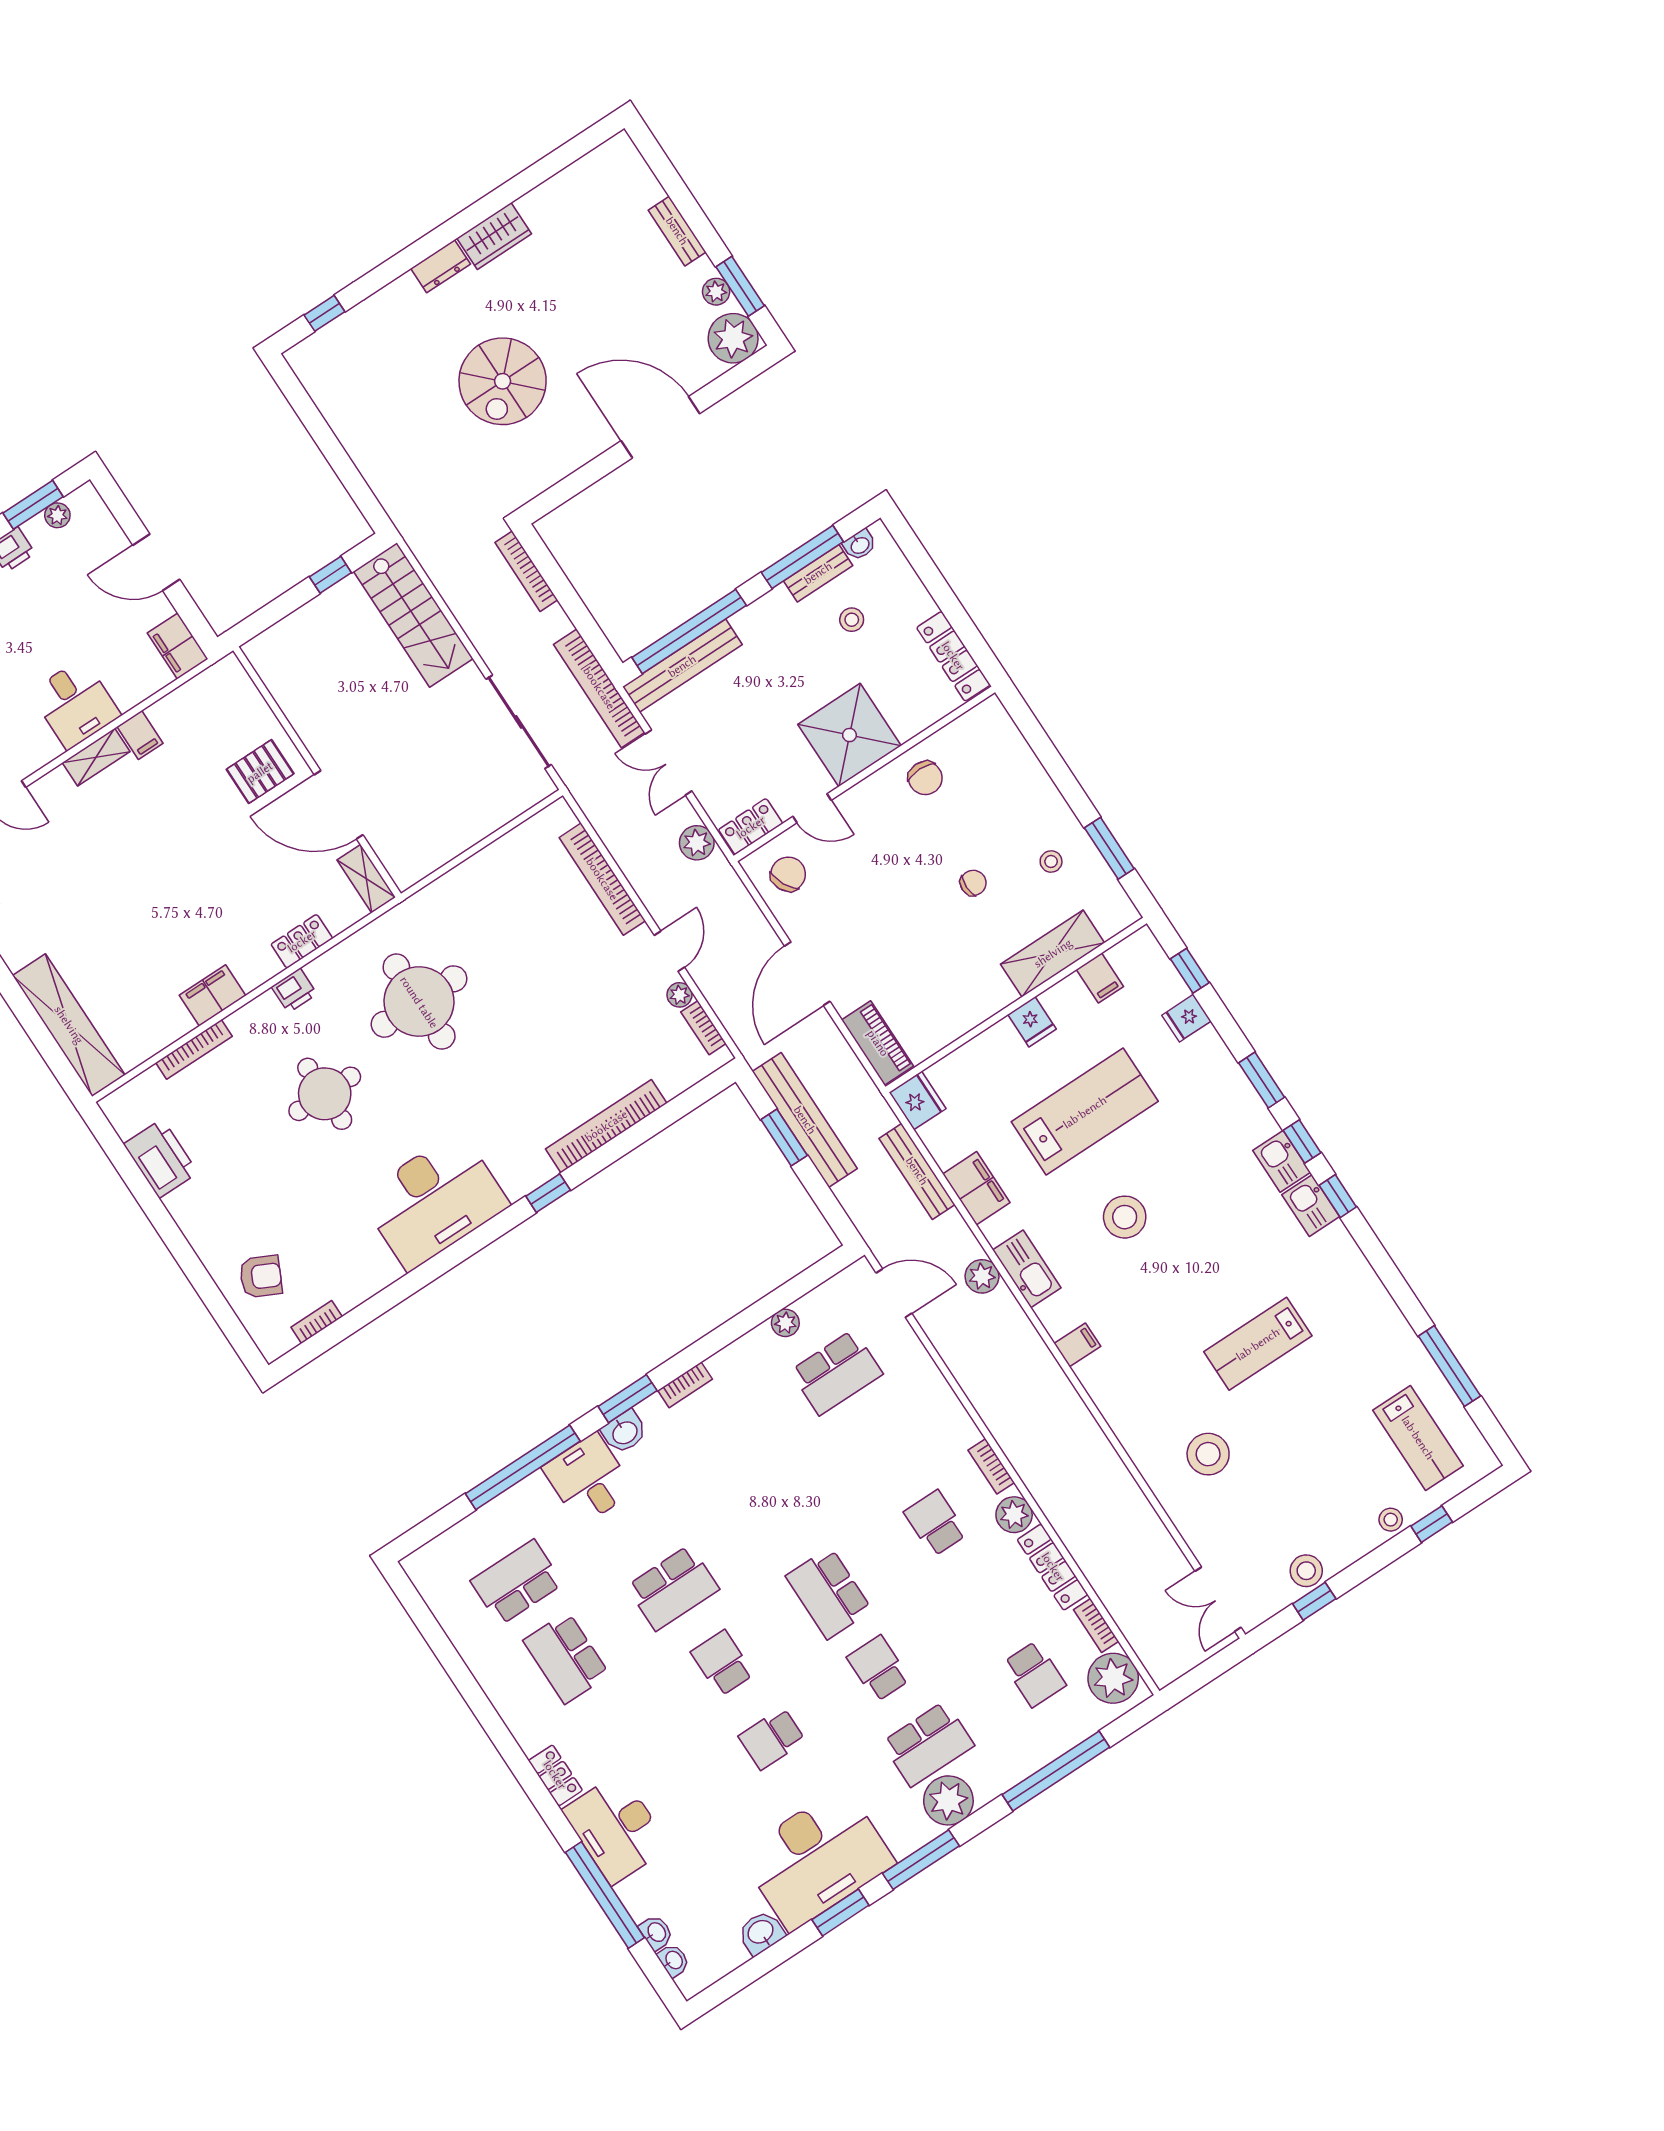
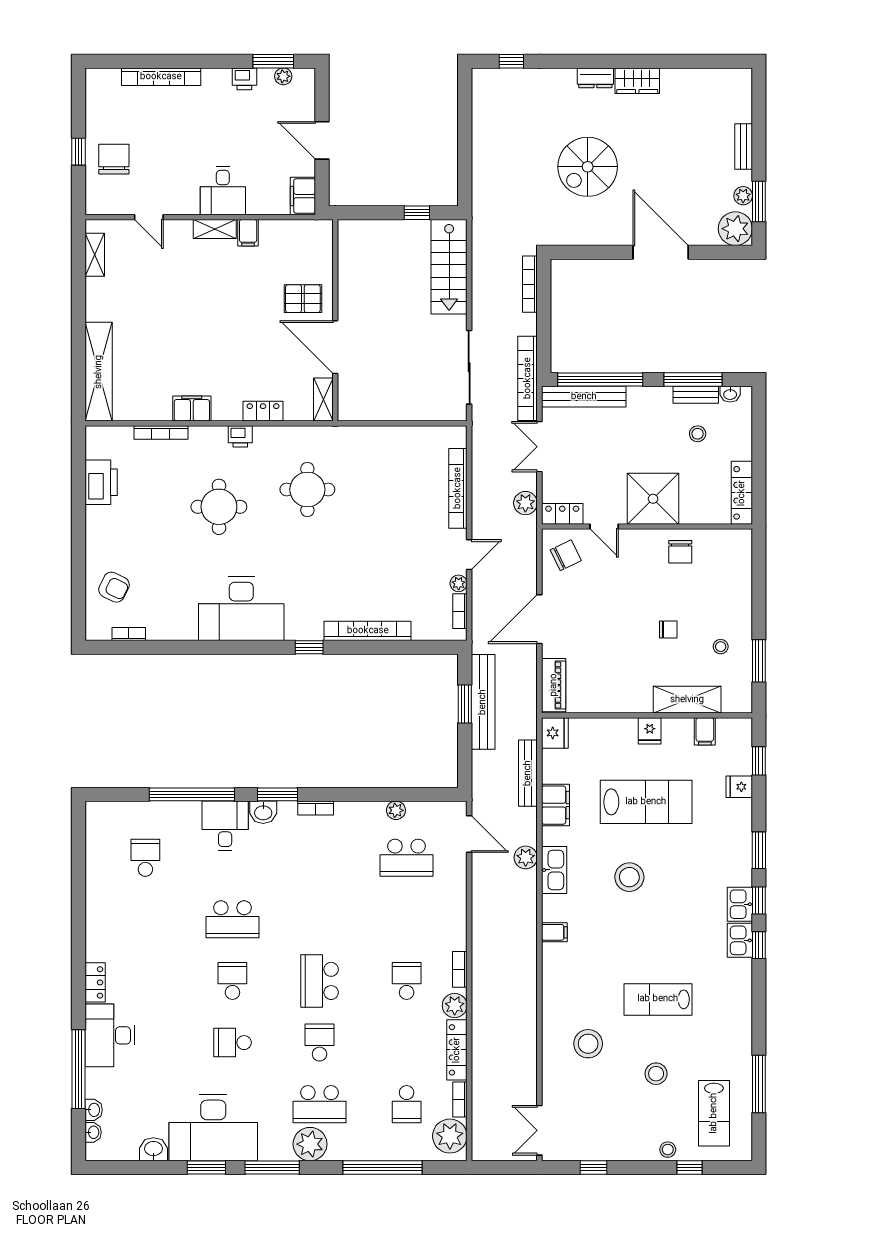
round table: (419, 1002) -> (307, 490), width x0.73, depth x0.73
stool: (1306, 1571) -> (656, 1074), moved
school desk: (517, 1582) -> (145, 858), width x0.54
school desk: (566, 1658) -> (145, 919), removed

